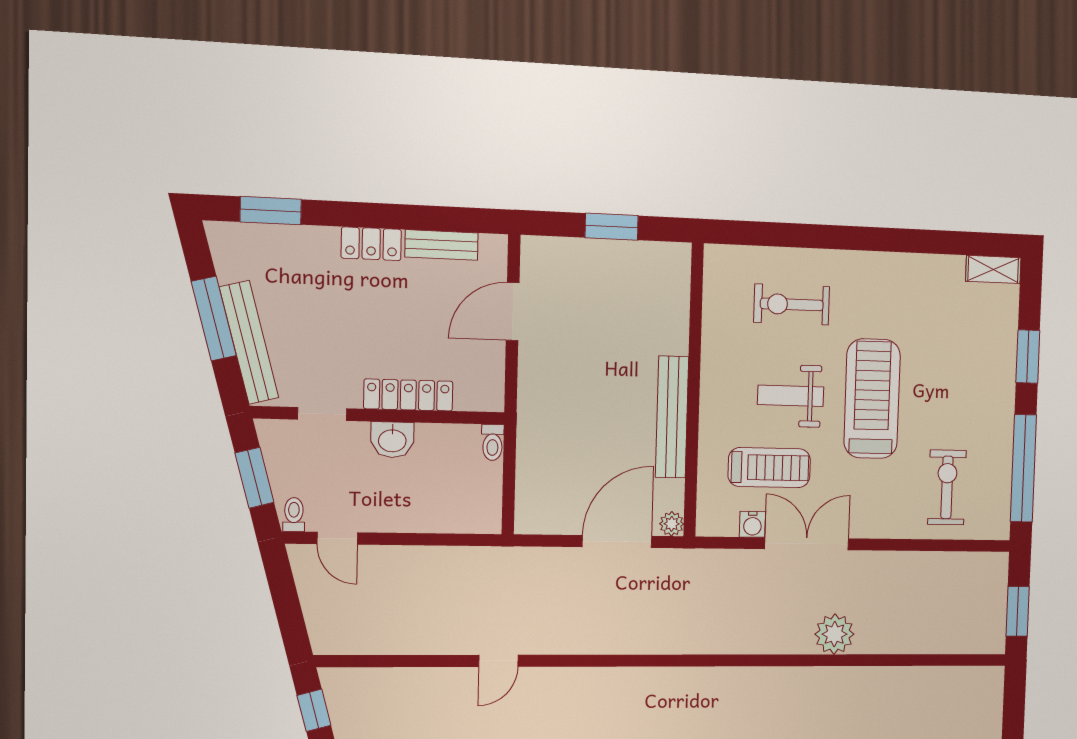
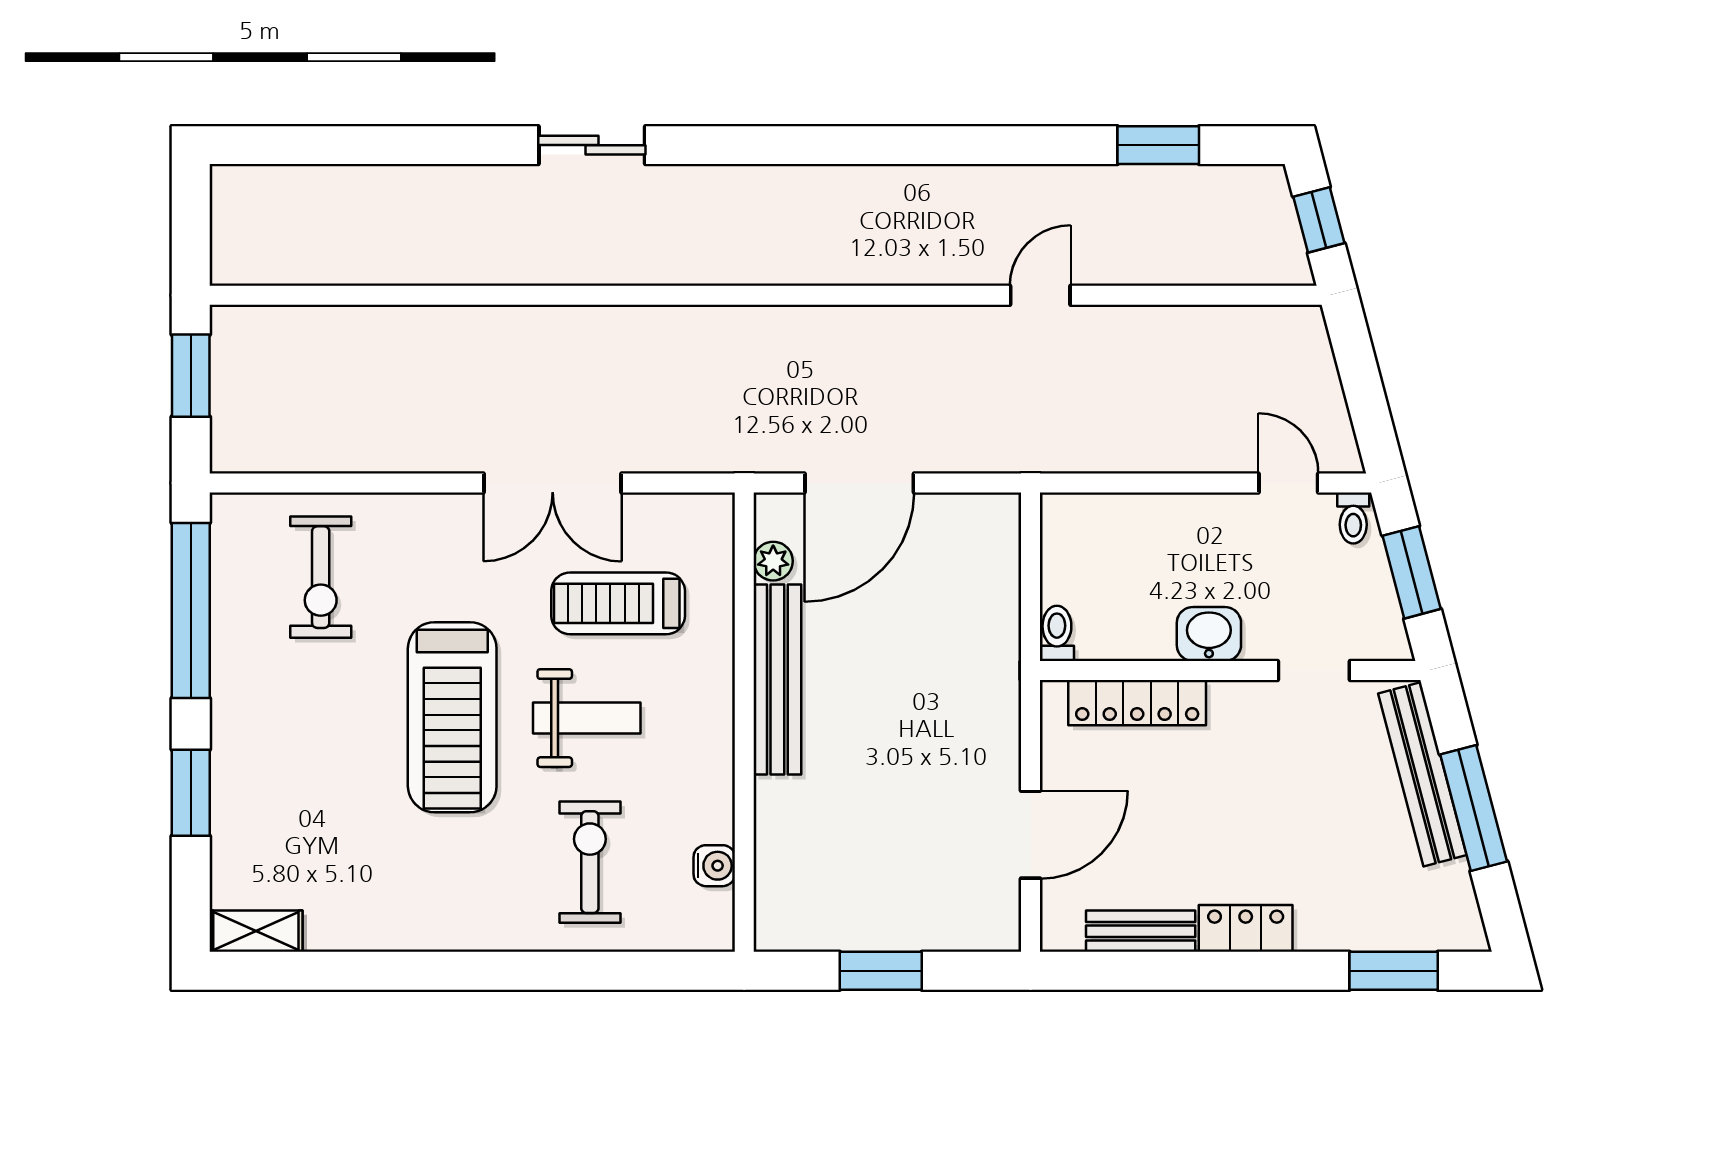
exercise bike: (792, 304) -> (590, 862), turned -90
locker: (408, 395) -> (1137, 703), moved
plant: (672, 524) -> (773, 561), moved
water cooler: (752, 524) -> (714, 866), moved, turned 90
plant: (834, 634) -> (502, 338), removed

